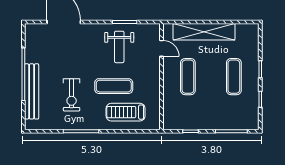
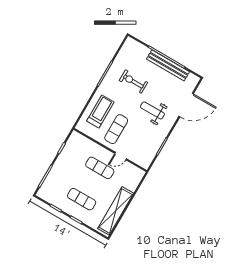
shelving: (204, 32) -> (116, 211), moved
weight bench: (119, 47) -> (152, 110), moved
door: (162, 48) -> (121, 156), moved
exercise mat: (114, 86) -> (116, 129), moved
bench: (32, 91) -> (168, 65), moved

